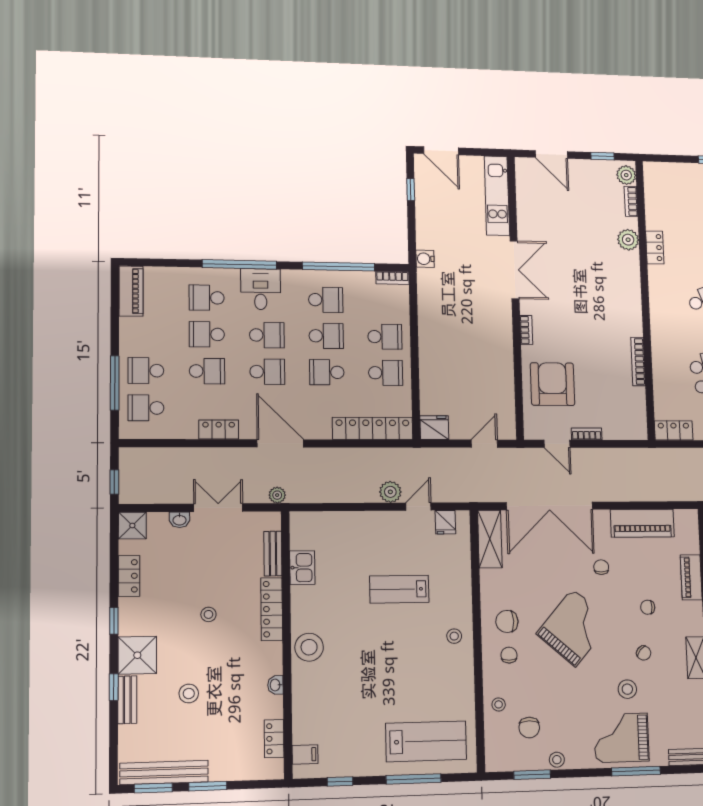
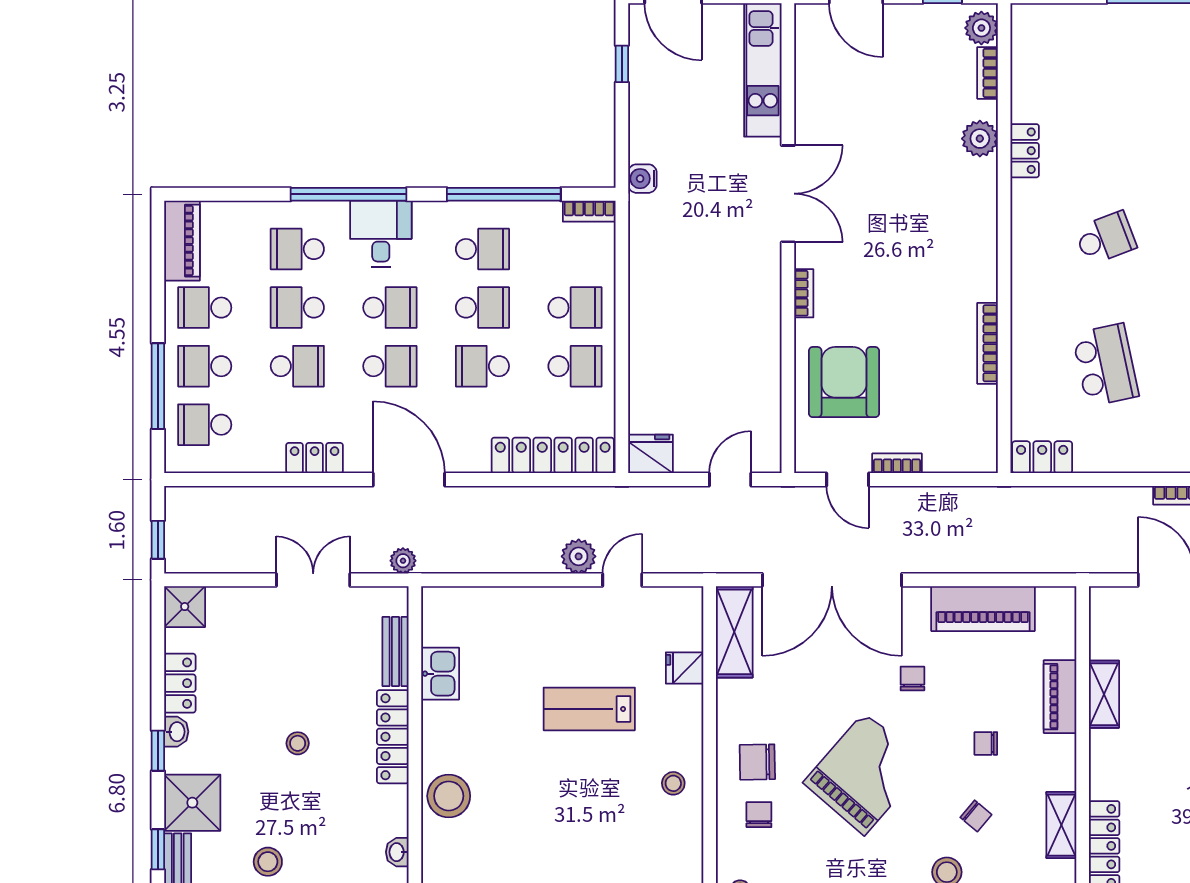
school desk: (146, 333) -> (205, 308), added
washbasin: (179, 520) -> (176, 732), moved, turned -90
fridge: (445, 522) -> (685, 668), moved, turned 90

